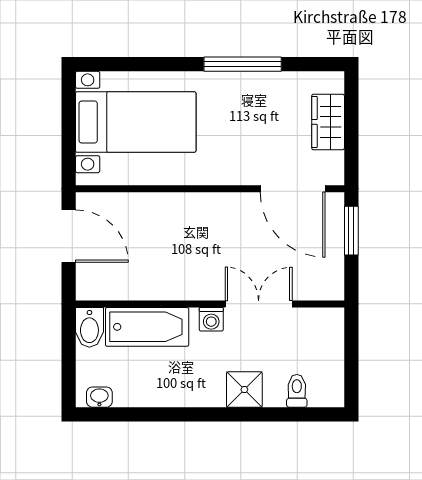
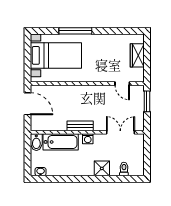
window: (243, 64) -> (75, 31), moved
door: (293, 189) -> (122, 84), width x0.53
bench: (193, 289) -> (80, 126), added
double door: (259, 304) -> (120, 132), moved

